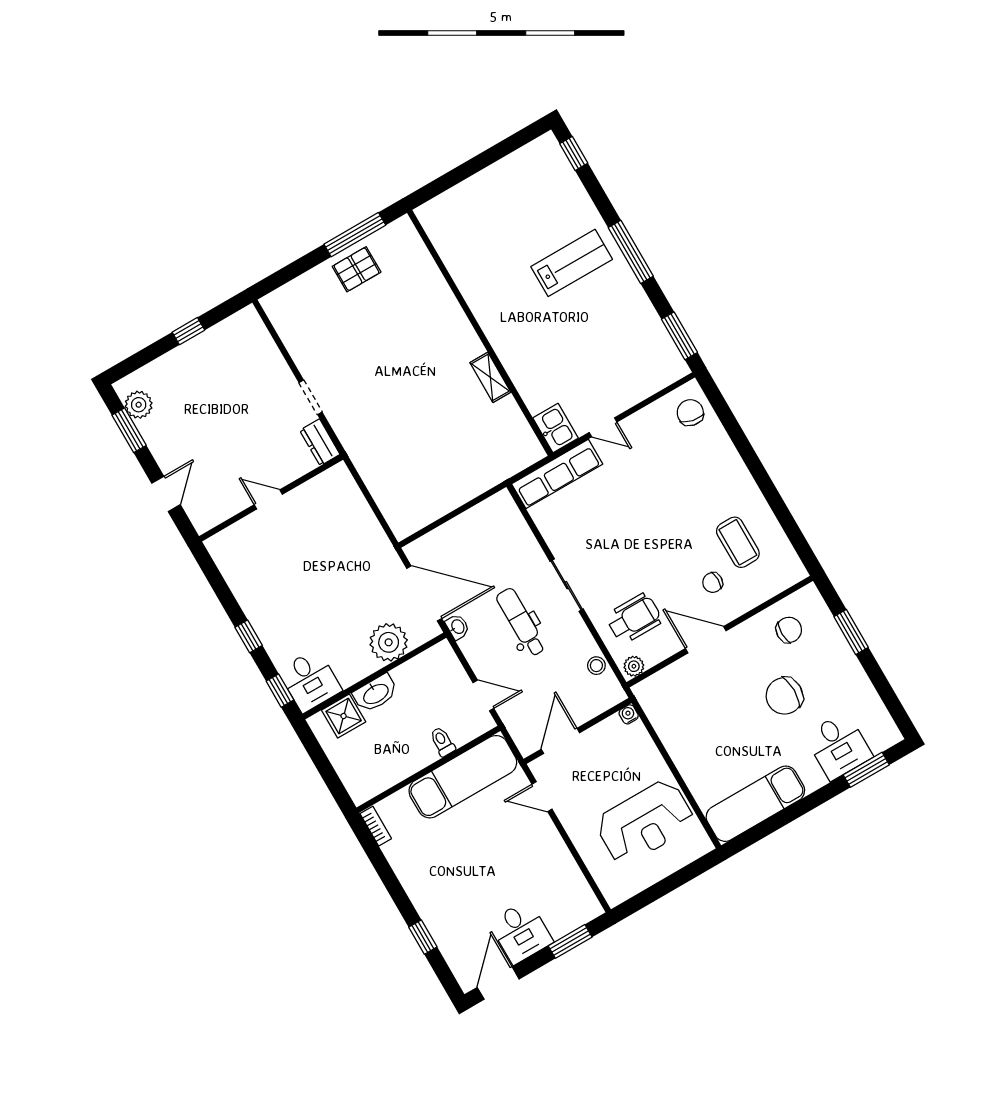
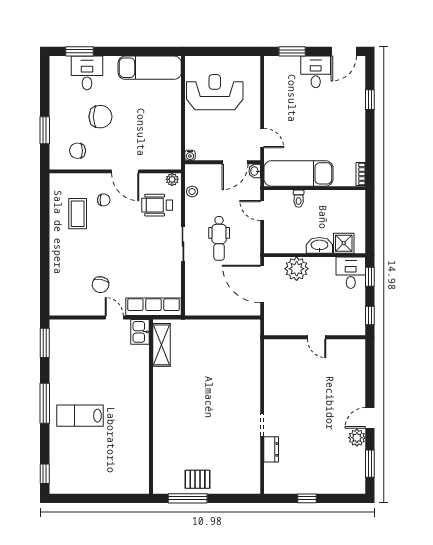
shelving: (490, 377) -> (161, 345), moved, width x1.50, depth x1.33
plant: (139, 405) -> (357, 438), moved
chair: (690, 413) -> (100, 285), moved
dresser: (320, 442) -> (271, 449), moved
wall: (271, 498) -> (315, 337), moved
door: (268, 499) -> (317, 337), moved
washbasin: (457, 627) -> (255, 171), moved

